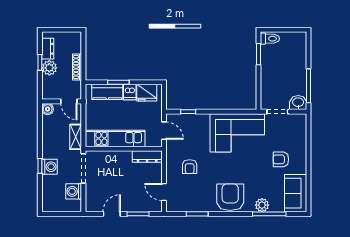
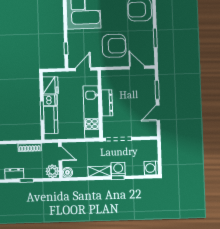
plant: (49, 68) -> (52, 171), moved
door: (69, 101) -> (60, 154), hinge flipped
shelving: (76, 137) -> (99, 171), moved
dresser: (147, 156) -> (107, 103), moved
armchair: (190, 167) -> (114, 46), width x1.88, depth x1.88
washing machine: (74, 191) -> (151, 168), moved, turned 90
door: (164, 192) -> (137, 68), swing flipped
door: (112, 214) -> (158, 113), hinge flipped

